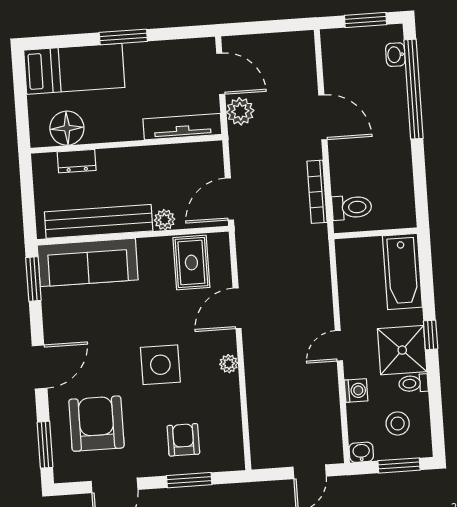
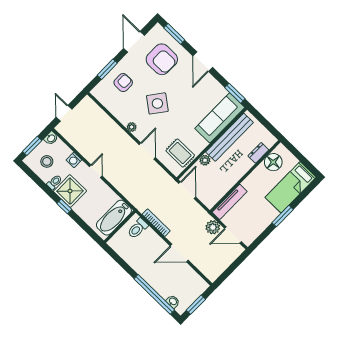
bathtub: (402, 272) -> (114, 218), moved, turned -90
side table: (160, 365) -> (157, 103), turned 37
armchair: (183, 440) -> (123, 83), turned -90

